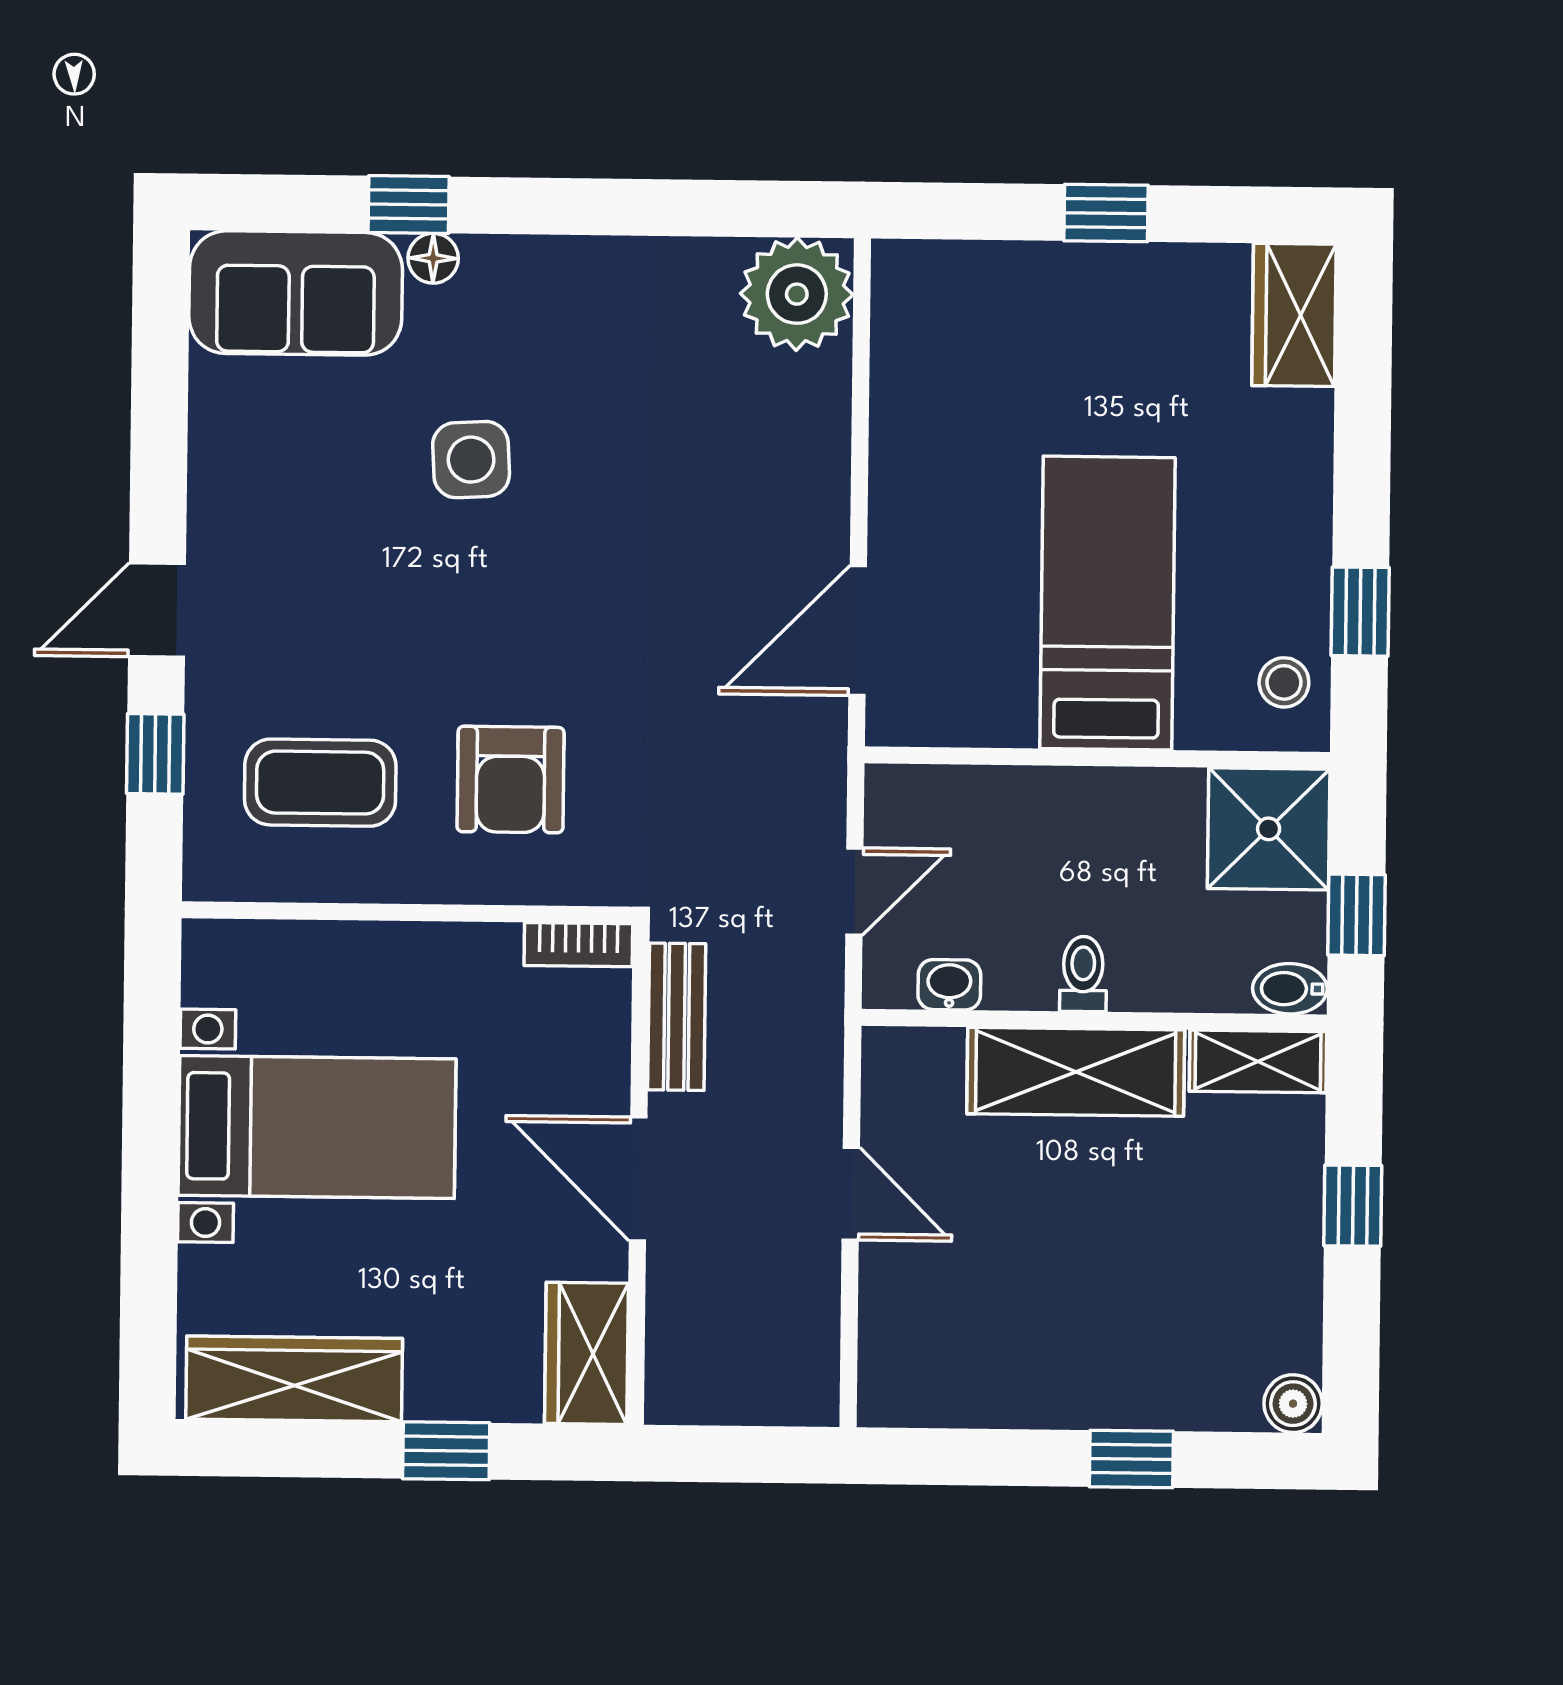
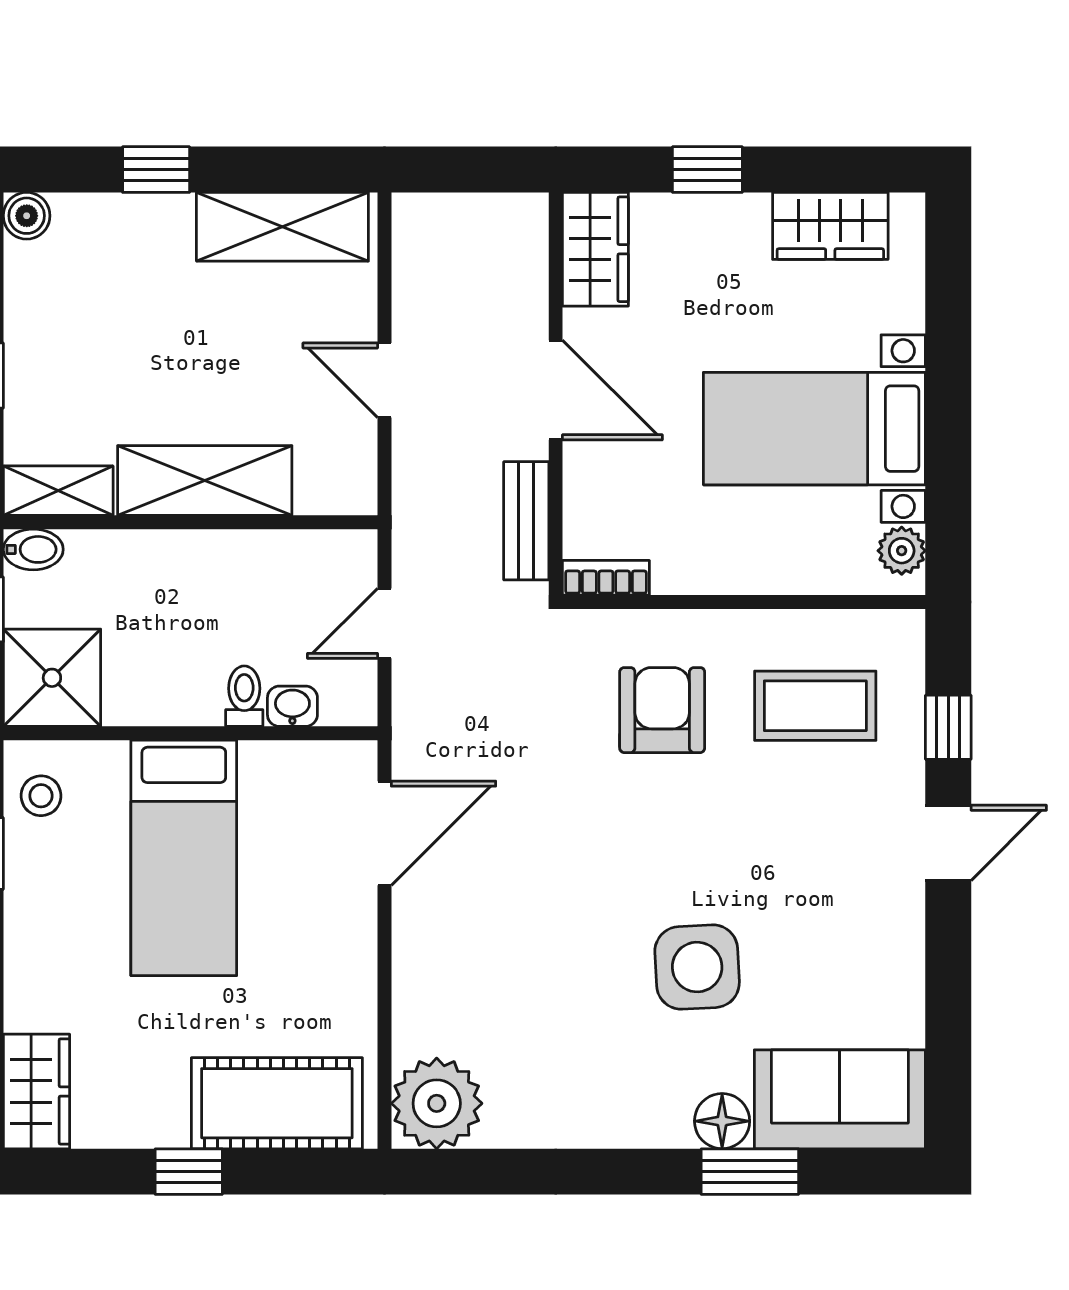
window: (409, 205) -> (750, 1172), width x1.50
floor lamp: (433, 258) -> (722, 1121), width x1.37, depth x1.37
cot: (995, 297) -> (277, 1103), added
side table: (471, 460) -> (697, 967), width x1.37, depth x1.37
plant: (210, 974) -> (902, 551), added
toilet: (1083, 974) -> (244, 696), moved, turned 180
washbasin: (949, 985) -> (292, 706), moved, turned 180
wardrobe: (294, 1379) -> (830, 226), width x0.67
shelving: (975, 1386) -> (282, 227), added

